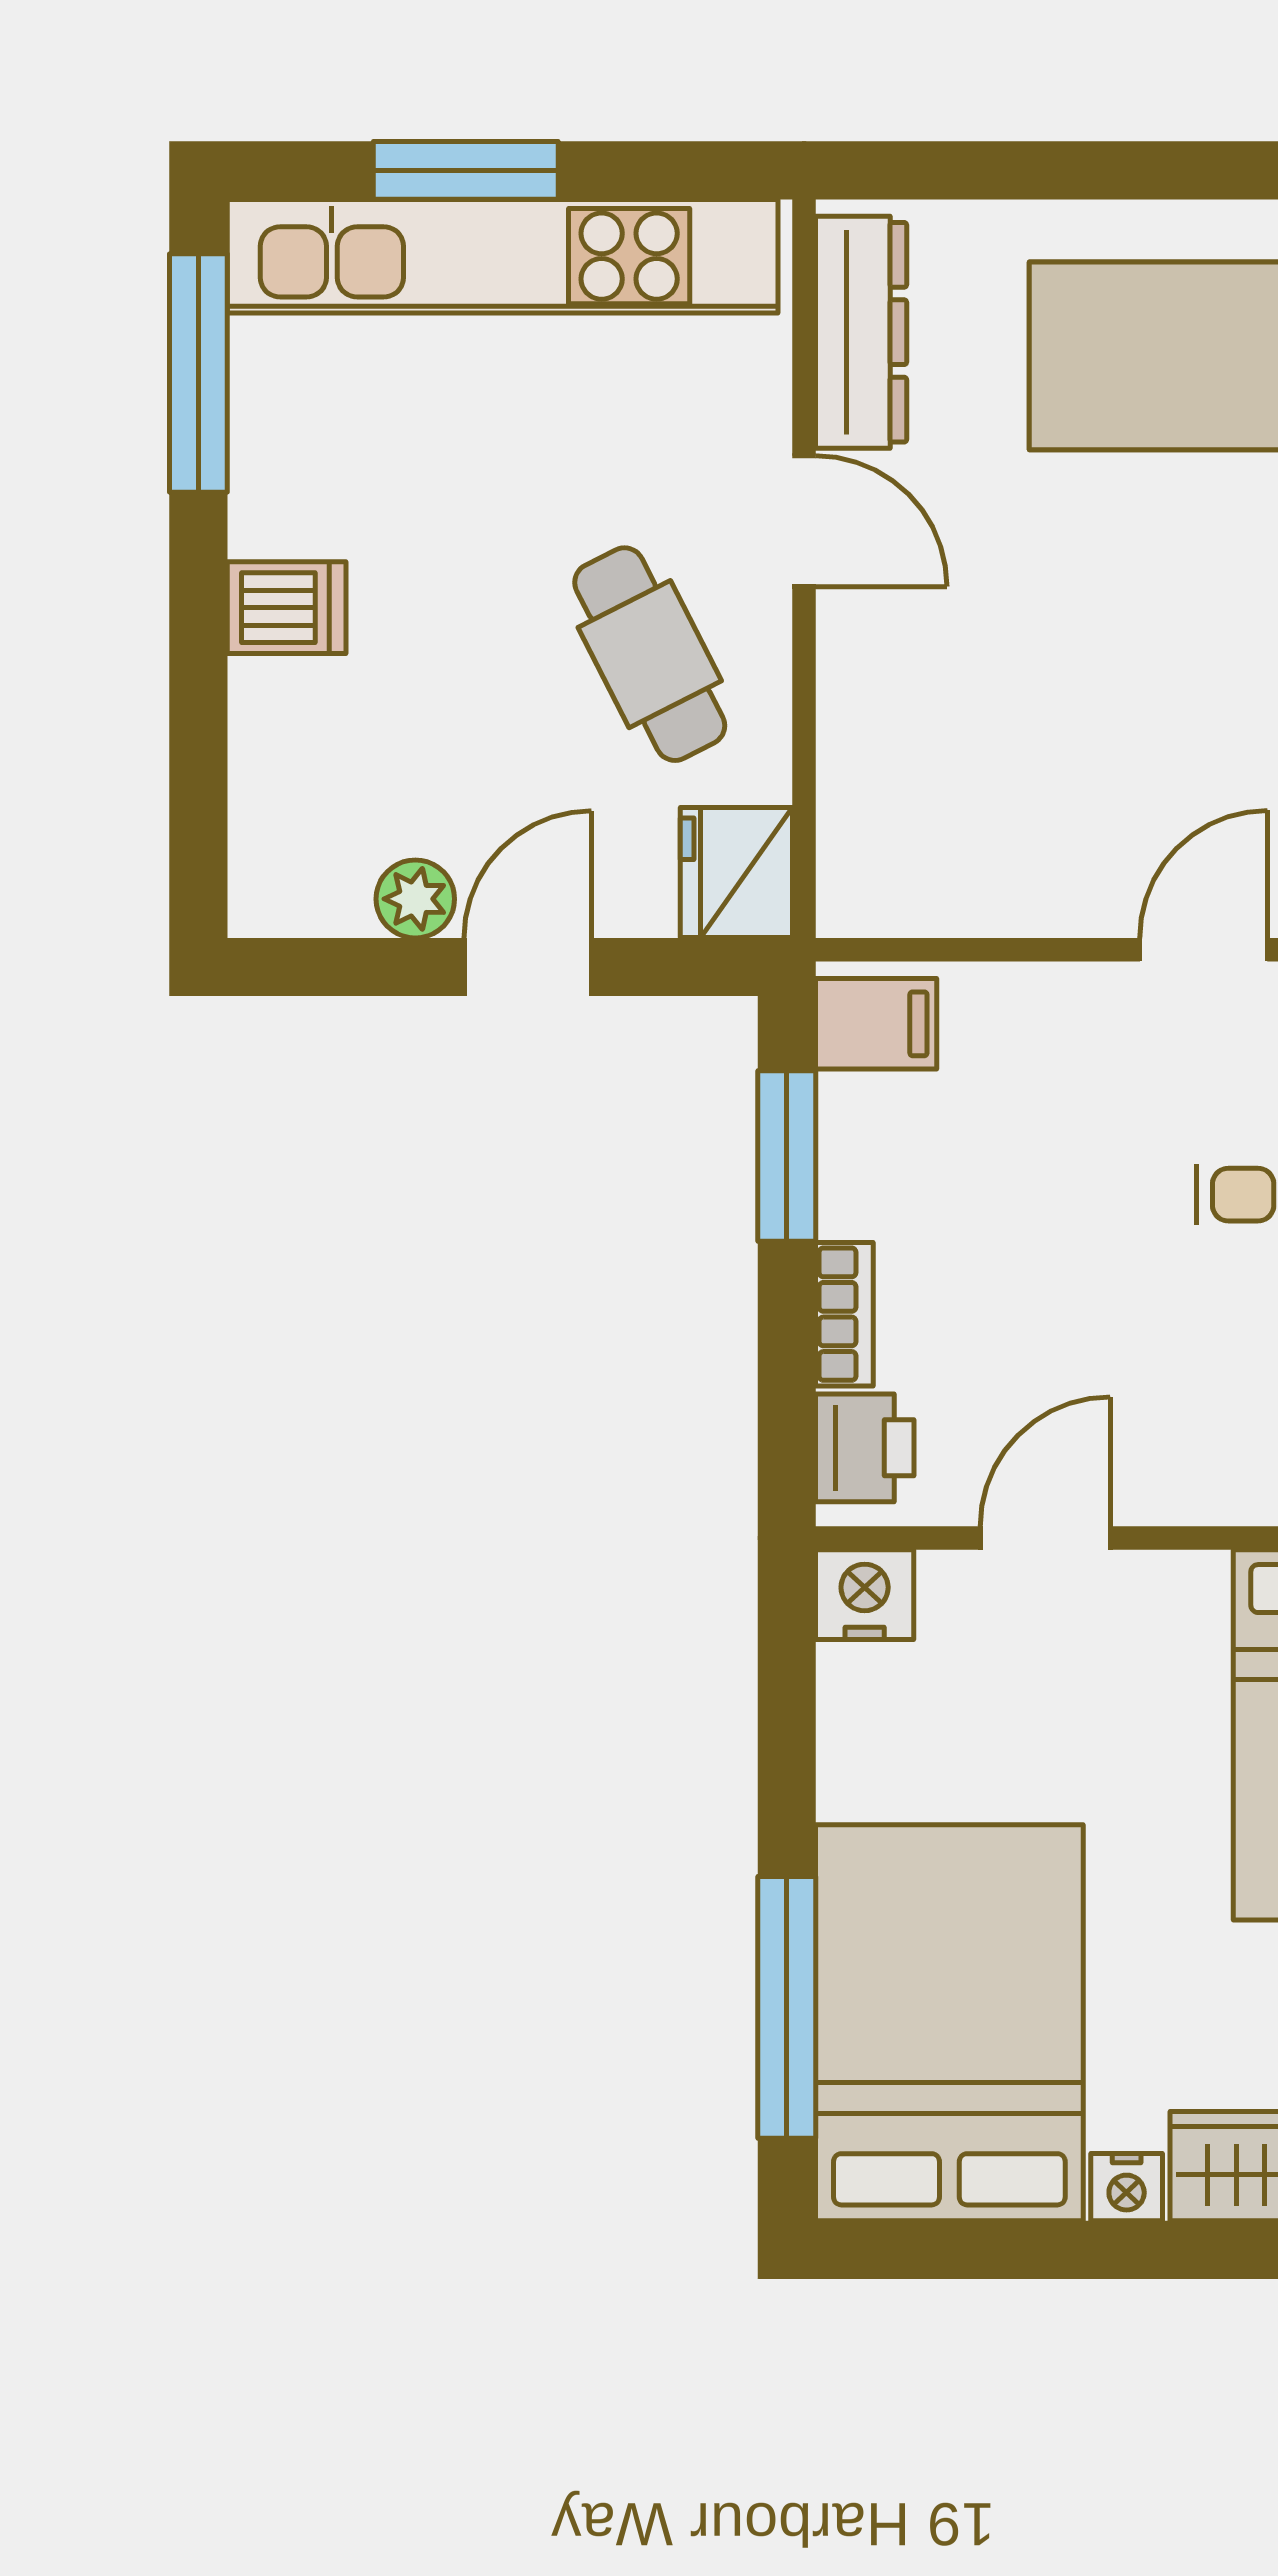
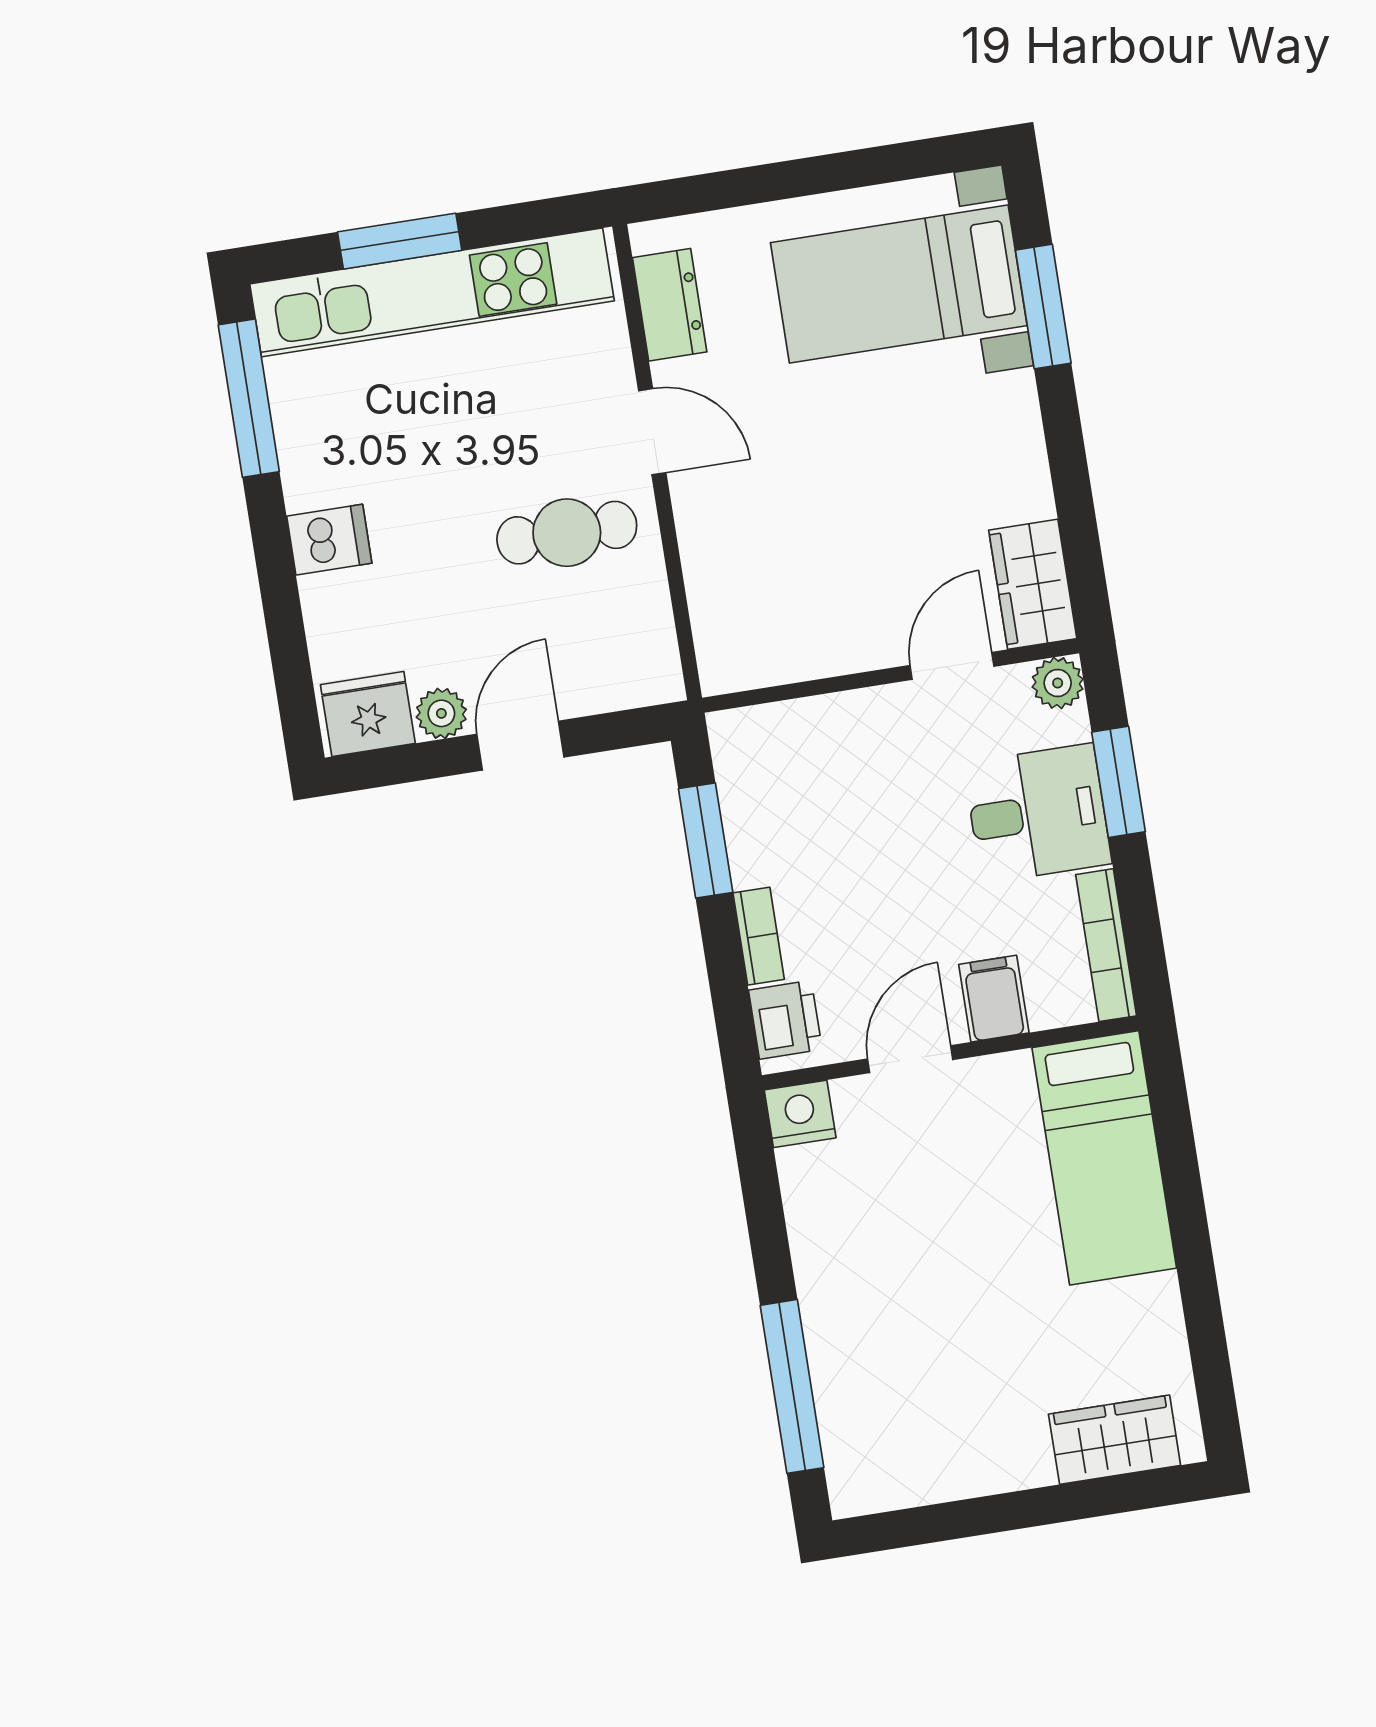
dresser: (861, 332) -> (670, 305), width x0.70
cafe table: (650, 654) -> (567, 533), turned -63
fridge: (736, 873) -> (368, 714), moved, turned 90
filing cabinet: (876, 1024) -> (994, 999), moved, turned -90
bed: (949, 2023) -> (898, 1380), removed
nightstand: (1127, 2187) -> (1028, 1467), removed

